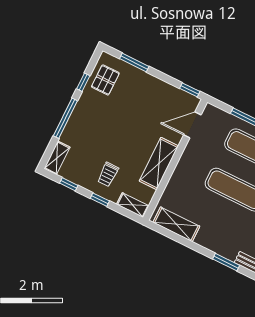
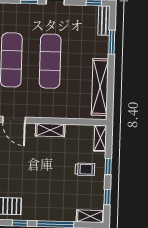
shelving: (159, 163) -> (50, 130), width x0.67, depth x0.75
shelving: (176, 224) -> (100, 87), width x1.47

